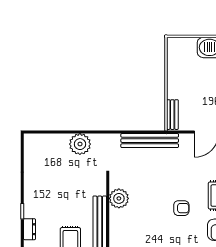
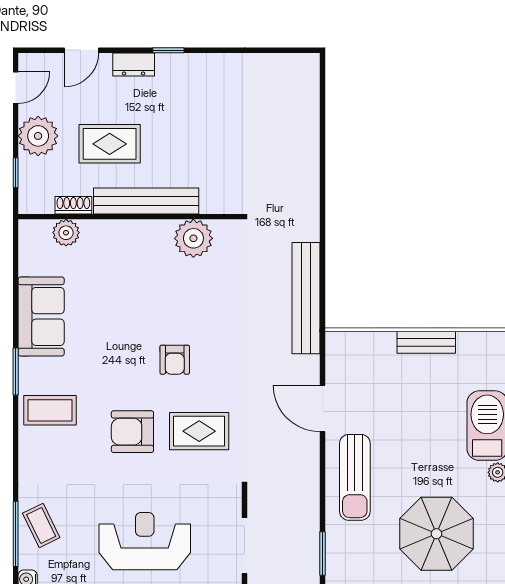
bench: (172, 115) -> (426, 342), moved
plant: (80, 144) -> (299, 163), removed

